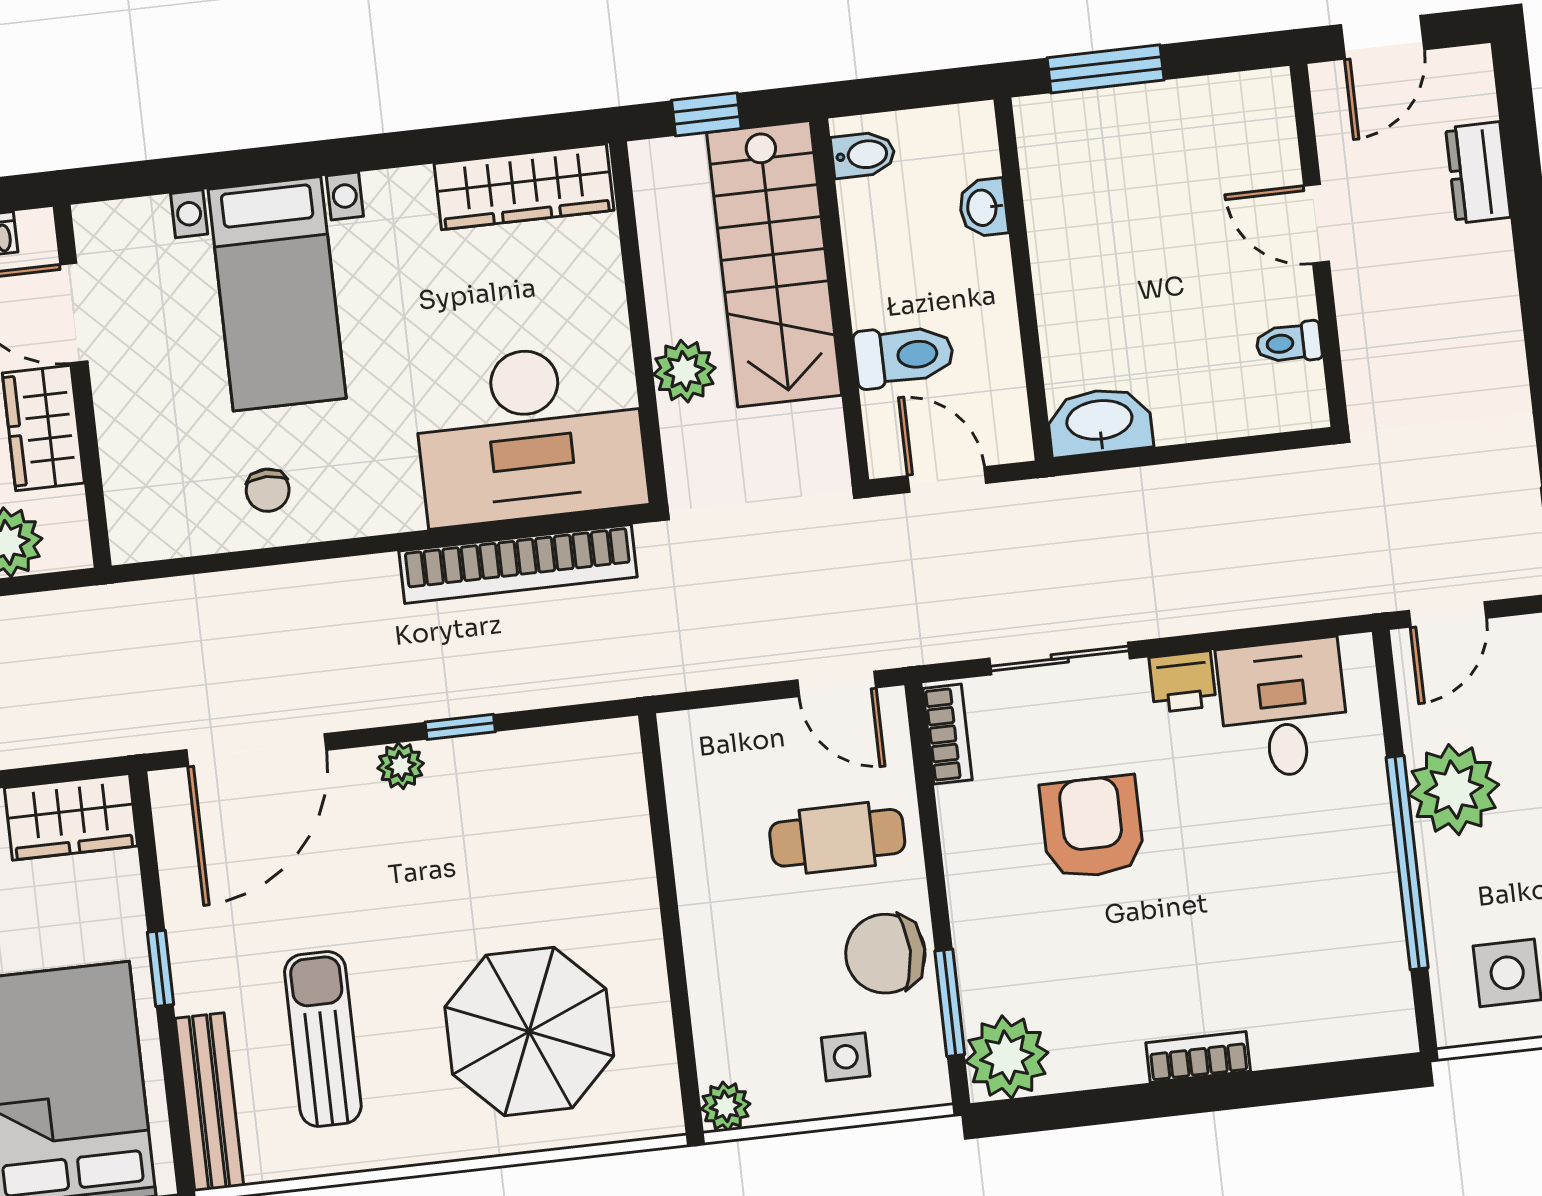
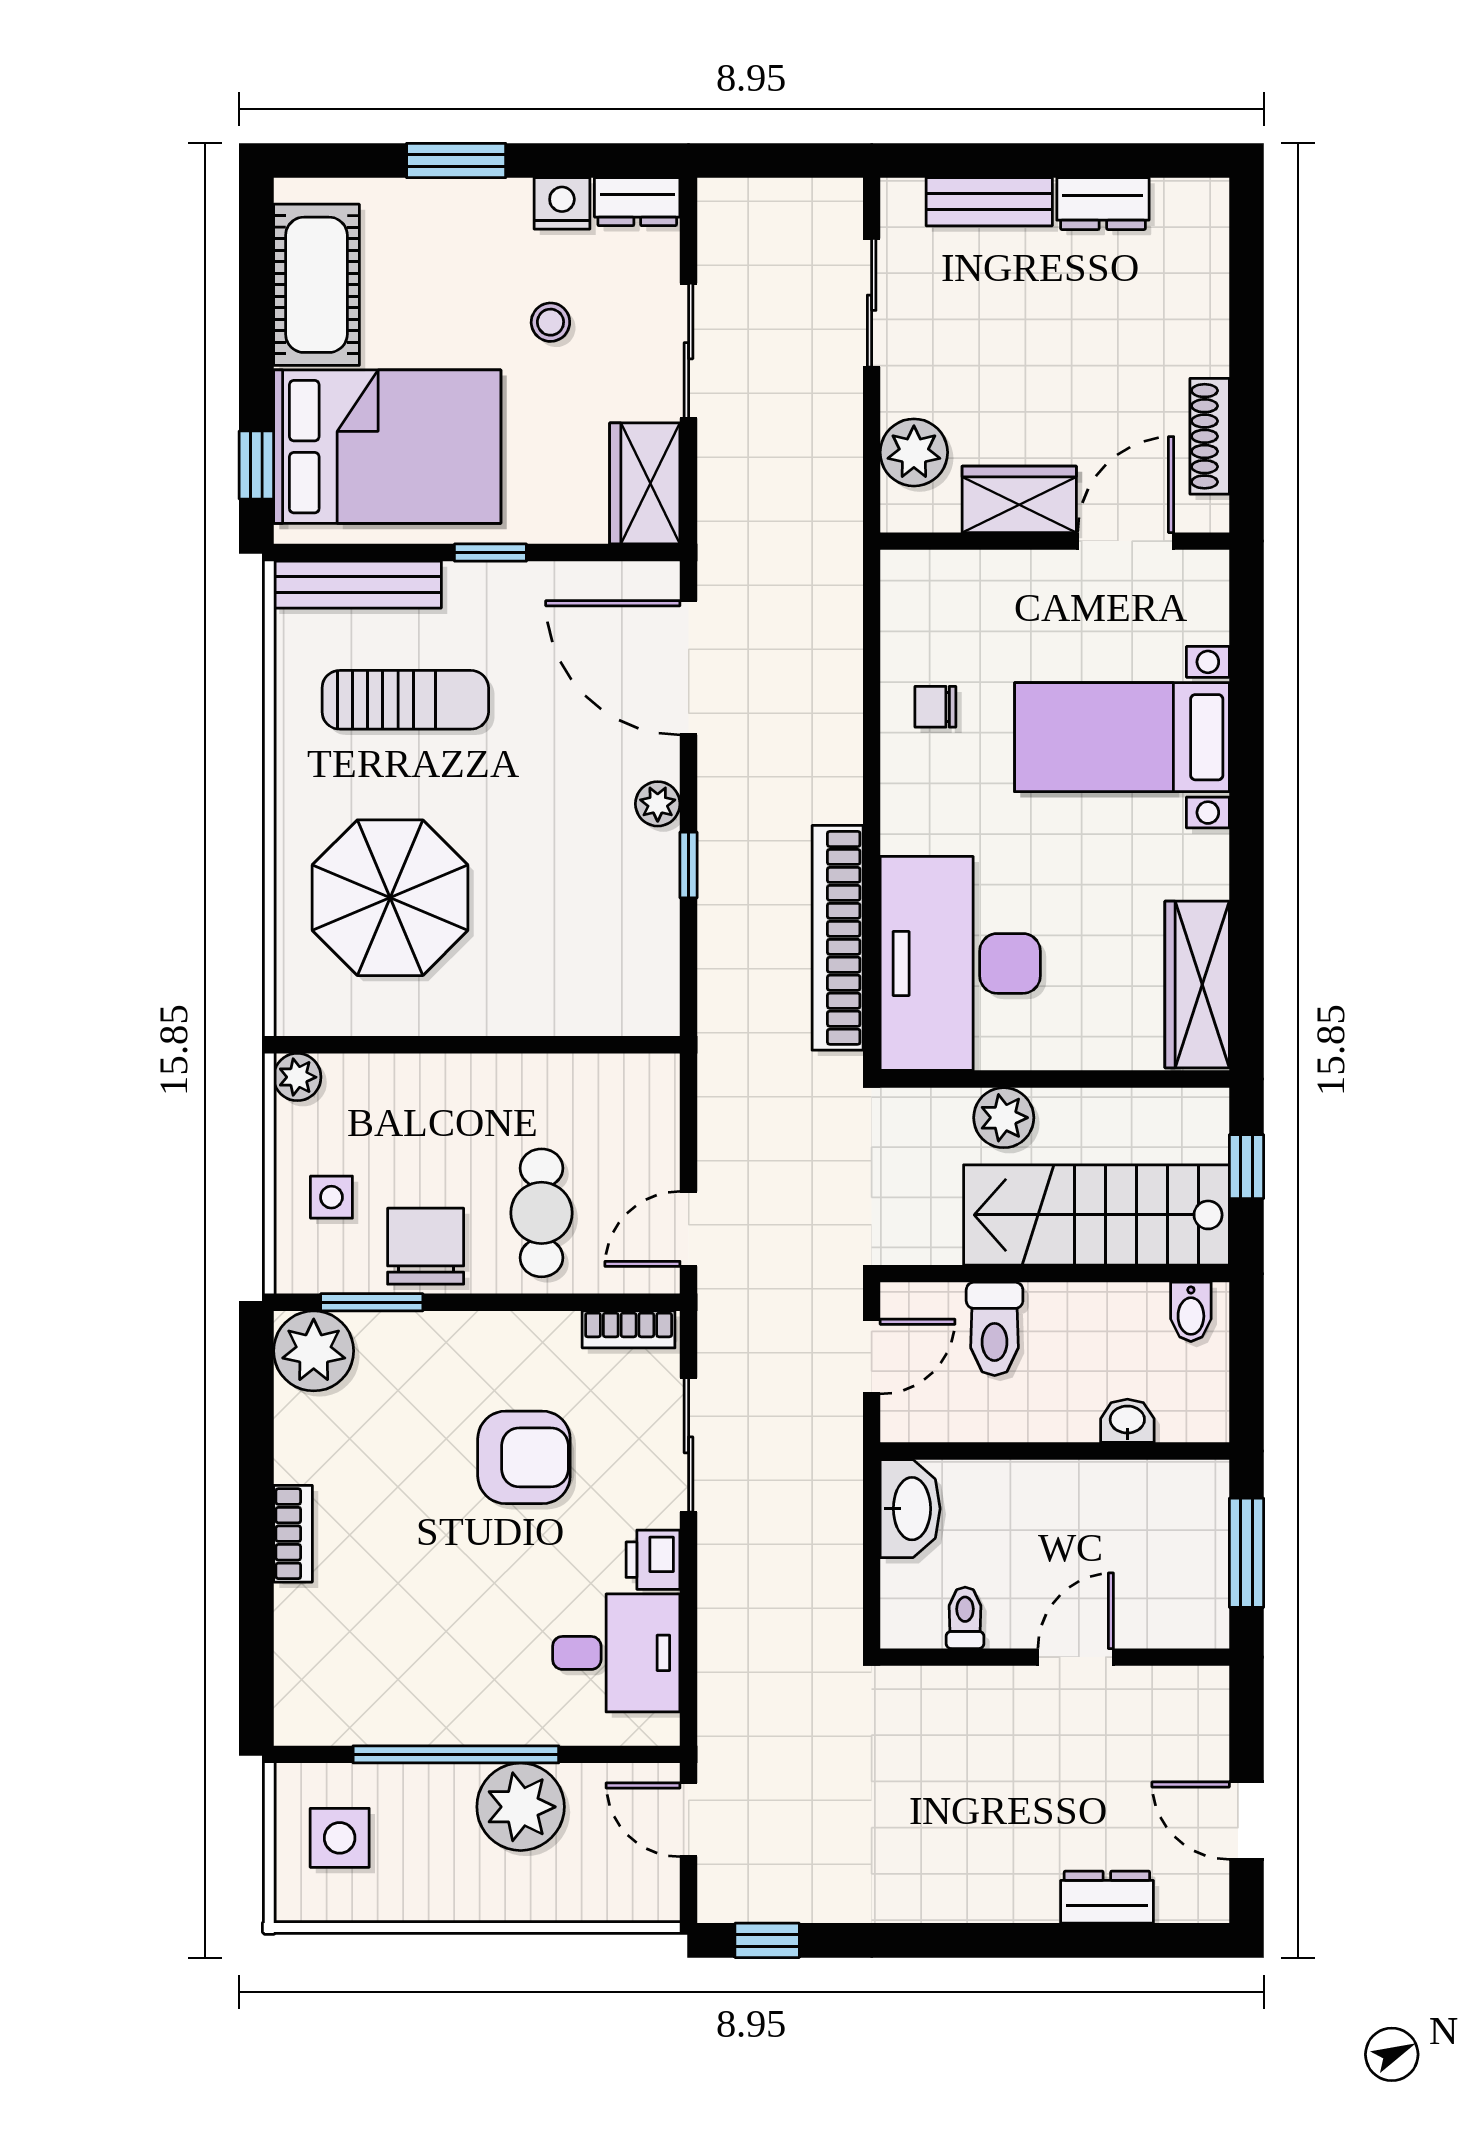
door: (1316, 224) -> (1076, 1657), moved
wall: (1319, 245) -> (1055, 1657), moved
toilet: (1289, 343) -> (965, 1618), moved

